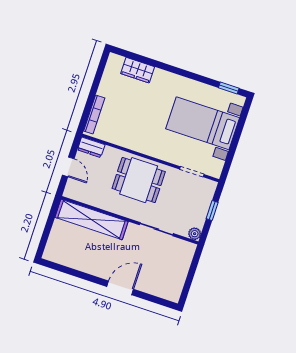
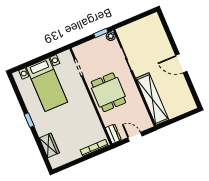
window: (229, 88) -> (29, 120), moved
door: (68, 167) -> (135, 137), hinge flipped
window: (212, 211) -> (101, 33), moved
door: (120, 288) -> (181, 63), moved

